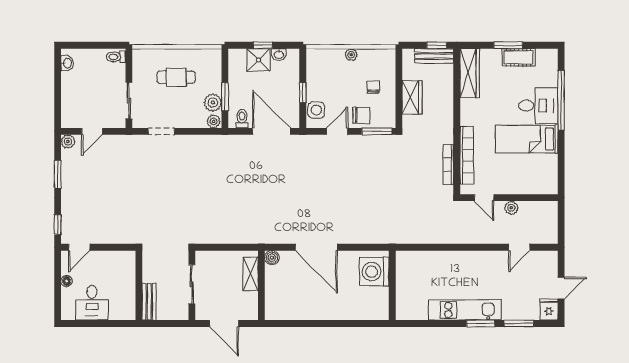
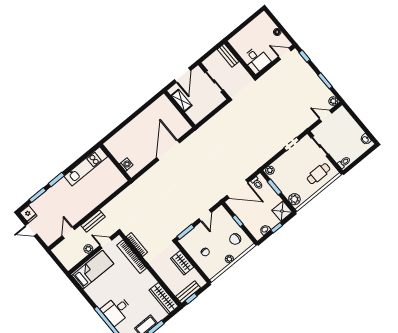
shower: (259, 60) -> (282, 211), moved
cafe table: (176, 77) -> (319, 174), moved
plant: (213, 103) -> (294, 199), moved
side table: (316, 110) -> (224, 218), removed
chair: (361, 115) -> (235, 239), moved
door: (92, 131) -> (326, 116), hinge flipped
bed: (527, 139) -> (93, 270), moved
bench: (478, 237) -> (93, 221), added
door: (79, 247) -> (285, 54), hinge flipped
door: (316, 247) -> (168, 150), hinge flipped
boiler: (272, 258) -> (186, 127), removed
washing machine: (374, 272) -> (126, 165), width x0.53, depth x0.53
shelving: (251, 274) -> (182, 100), moved
door: (561, 288) -> (31, 230), hinge flipped
desk: (92, 303) -> (257, 60), moved, turned 180
kitchen unit: (465, 310) -> (86, 166), moved
door: (224, 323) -> (183, 75), swing flipped

